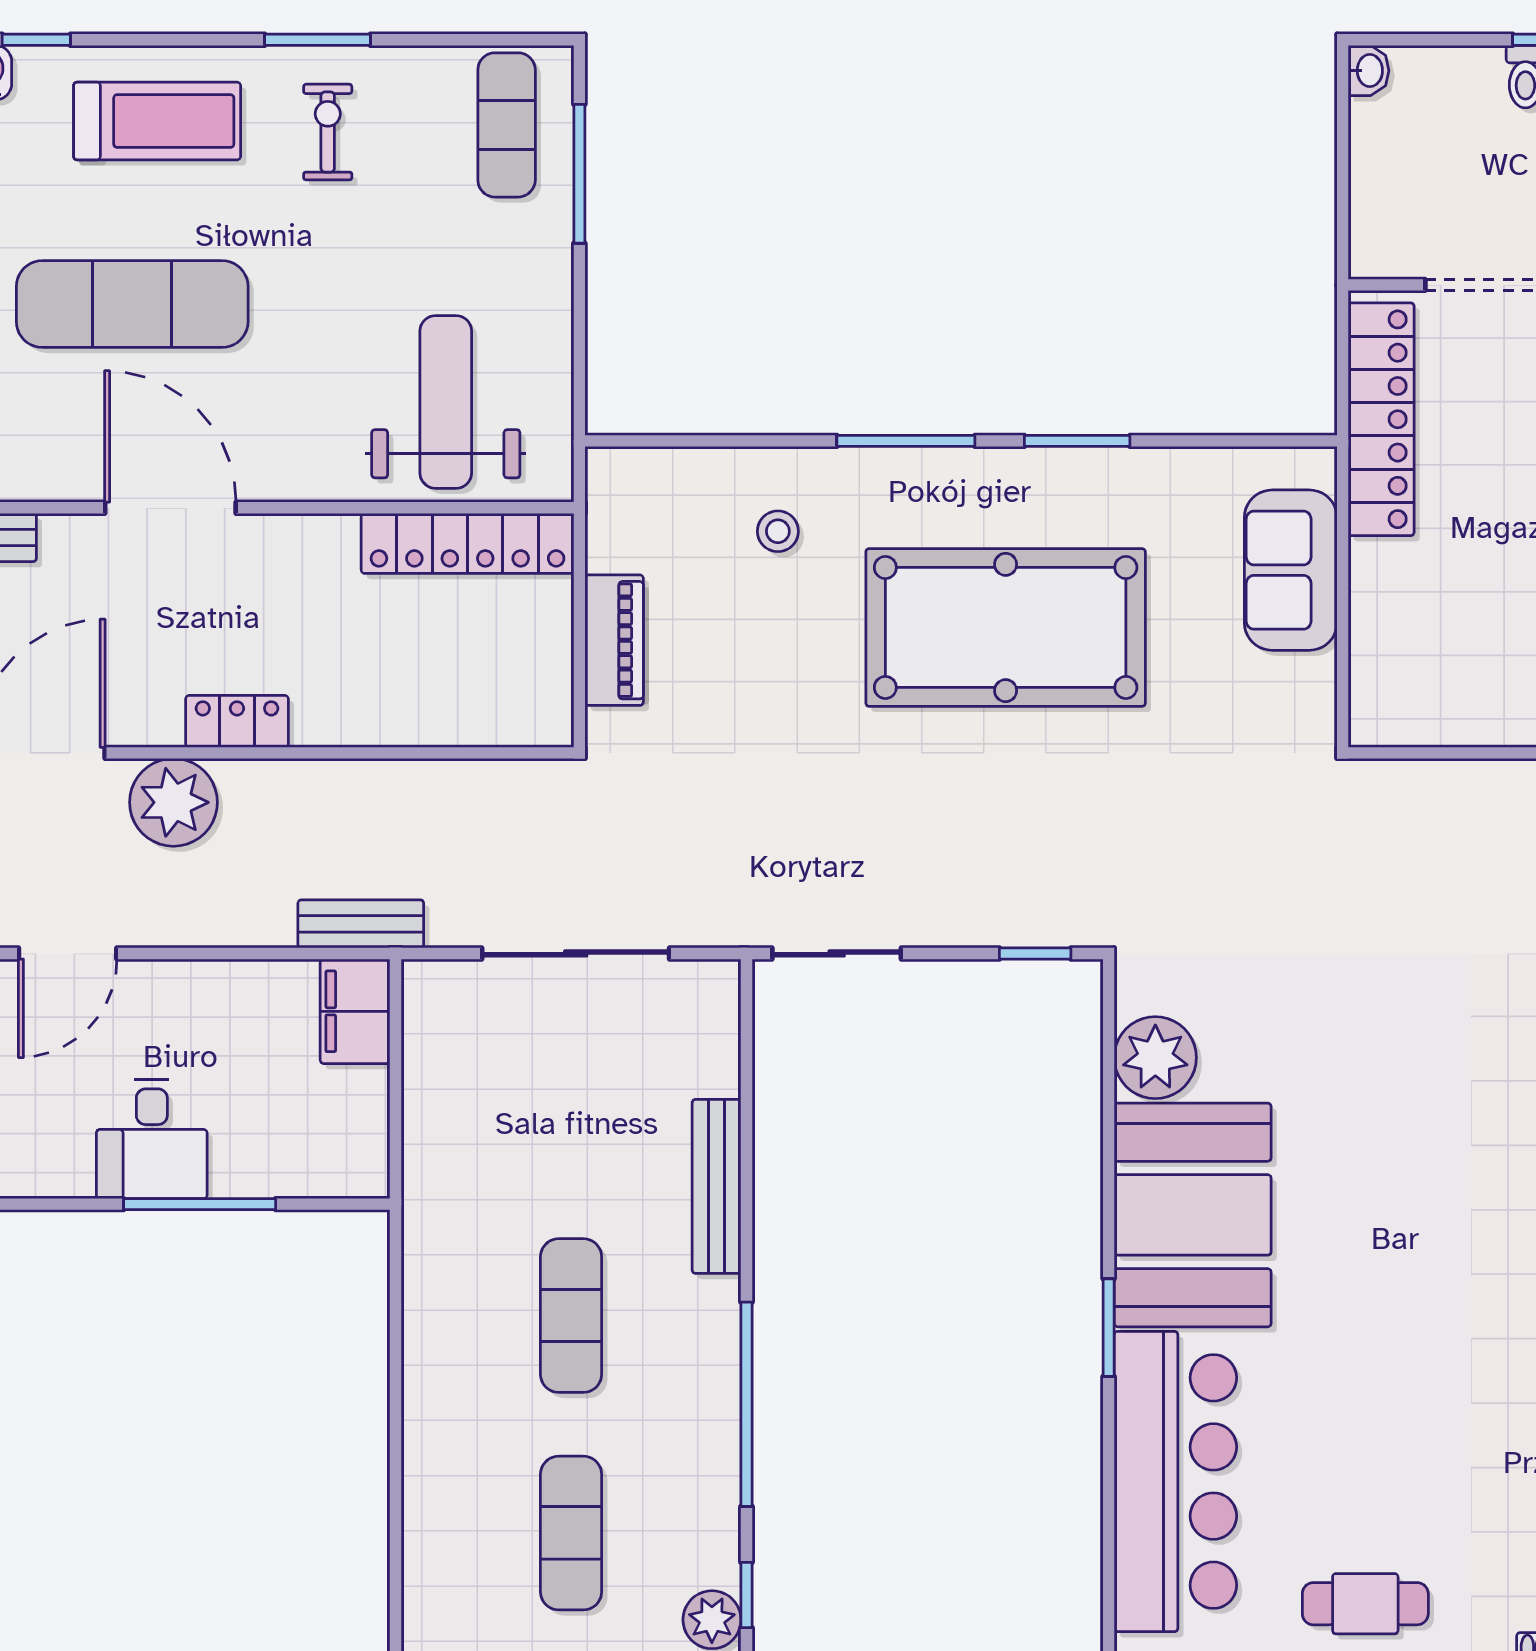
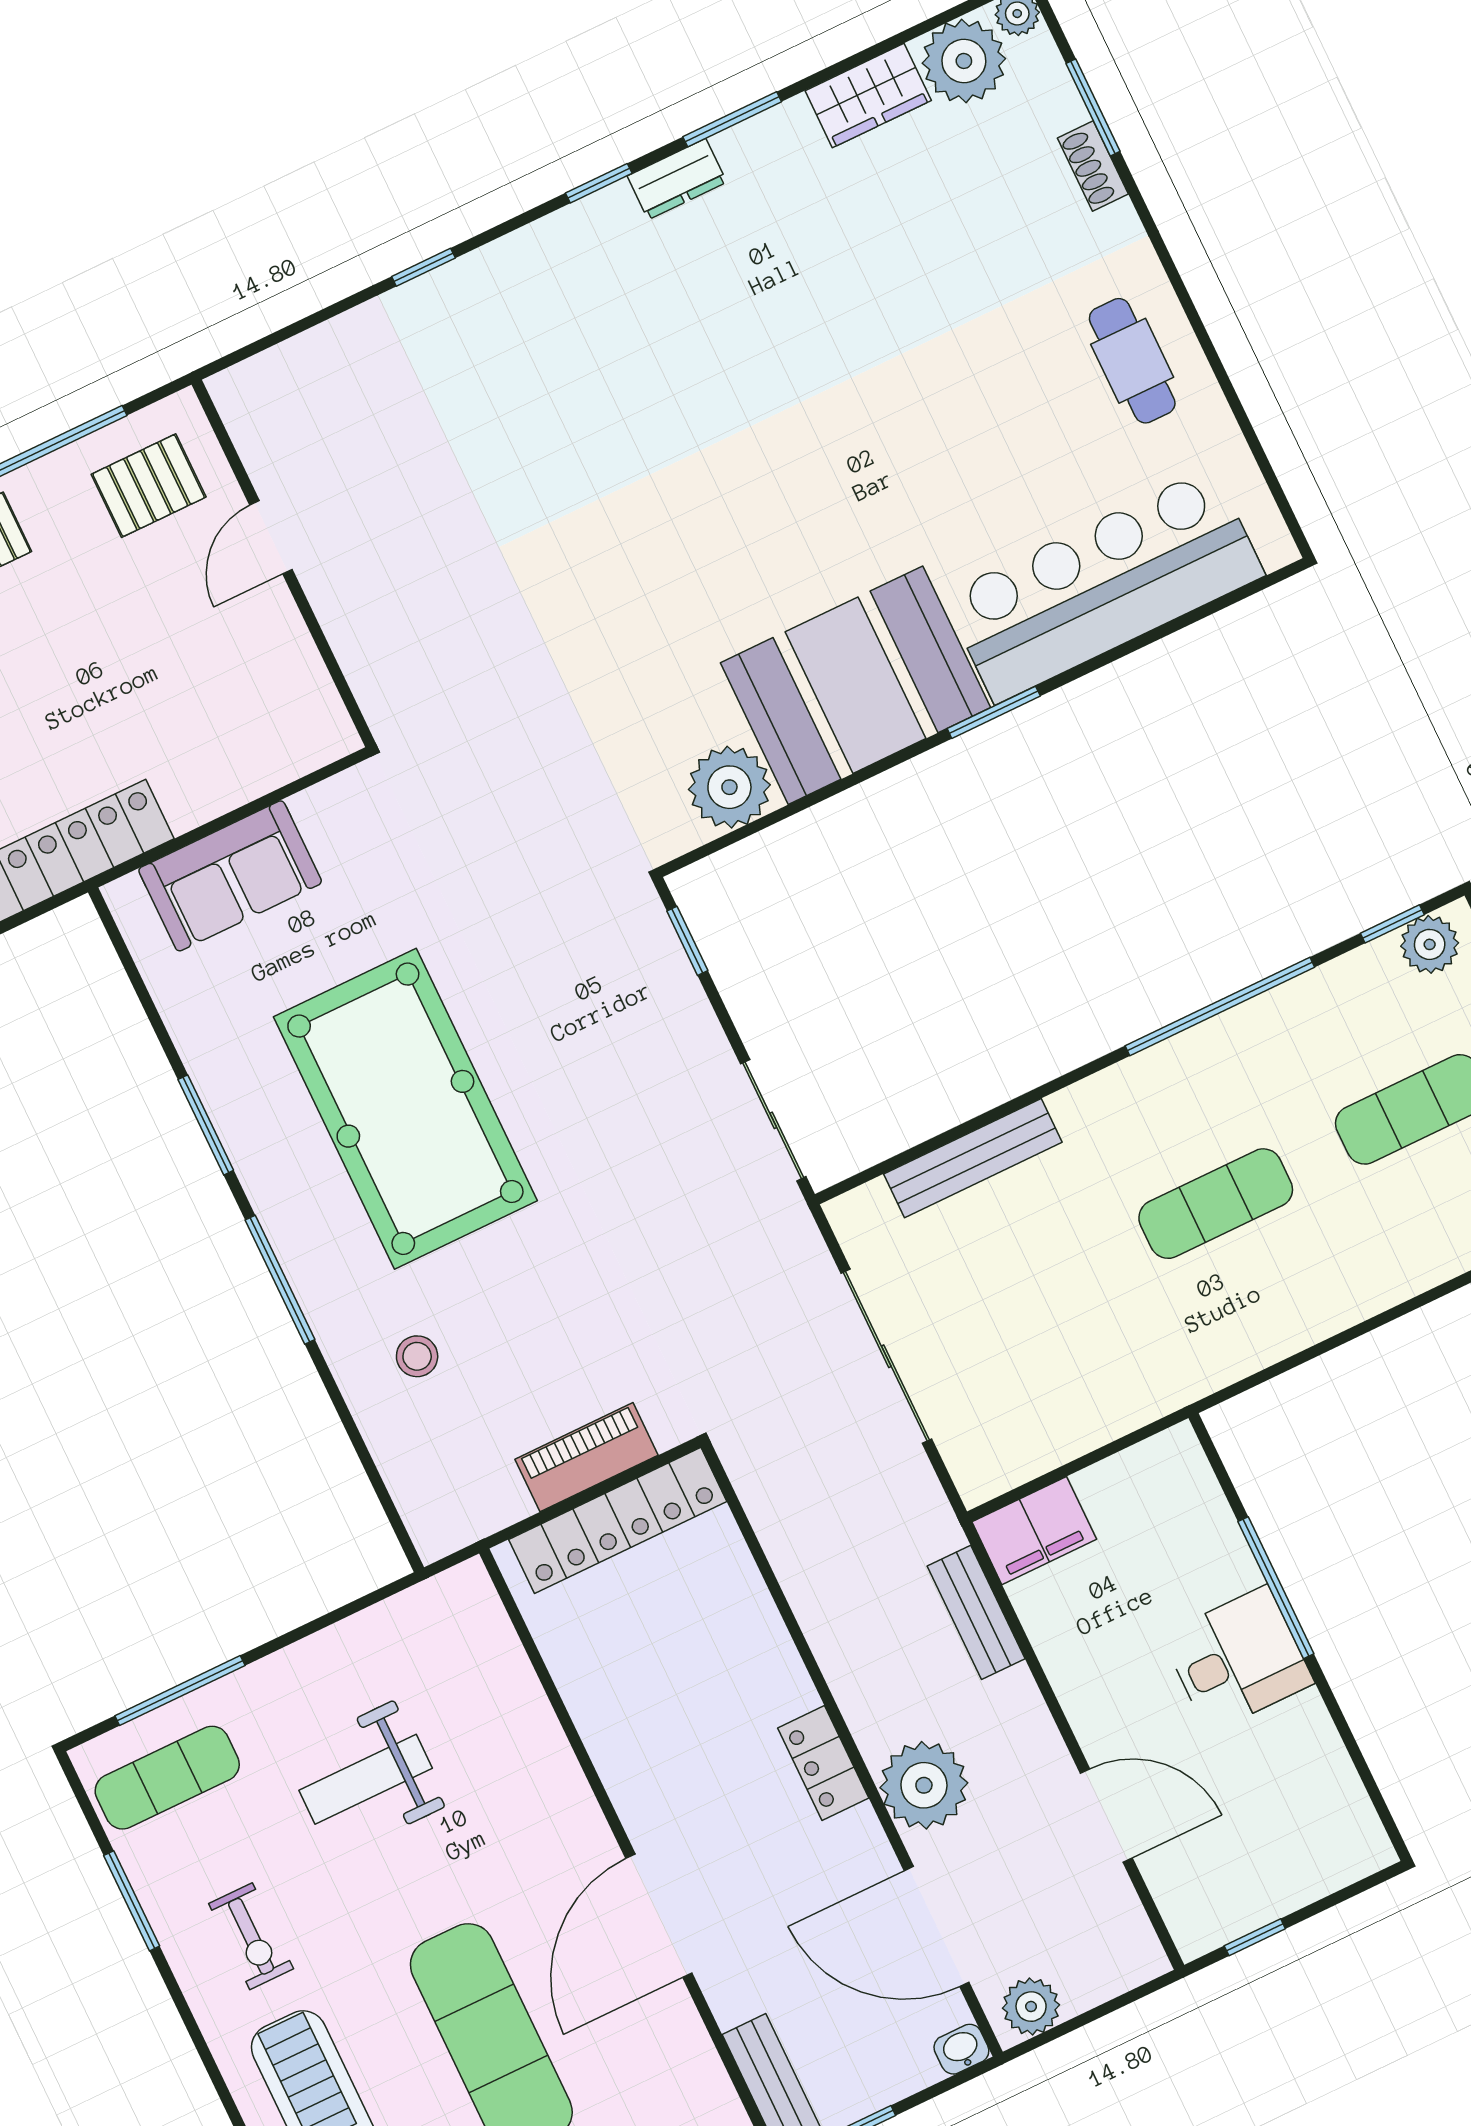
window: (318, 40) -> (132, 1901), moved
exercise bike: (328, 132) -> (251, 1936), turned -90
weight bench: (446, 402) -> (366, 1779), moved, width x0.73, depth x0.75
locker: (468, 543) -> (618, 1520), moved, turned 90
bench: (361, 924) -> (976, 1612), moved
bench: (717, 1186) -> (973, 1158), moved

